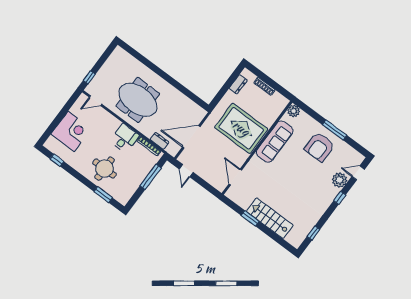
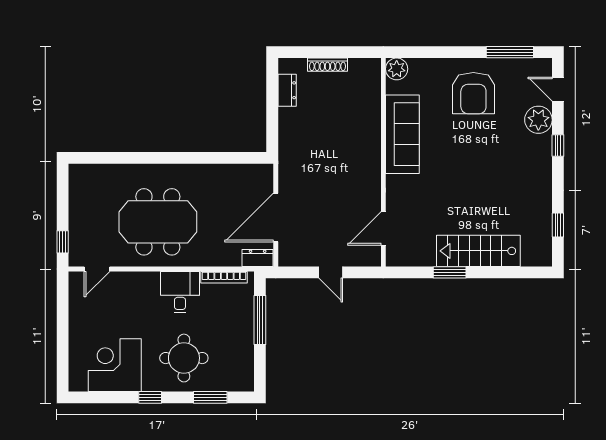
rug: (241, 128) -> (339, 151), removed
window: (335, 130) -> (510, 52), moved
corner desk: (71, 131) -> (115, 365), moved, turned -90
dresser: (159, 141) -> (258, 258), moved
window: (57, 160) -> (150, 397), moved
door: (186, 171) -> (331, 272), moved
door: (358, 173) -> (558, 89), hinge flipped
door: (235, 177) -> (383, 228), hinge flipped

